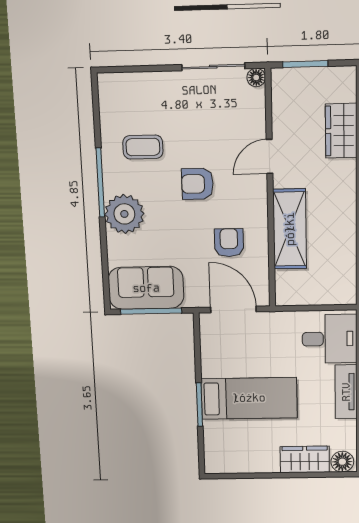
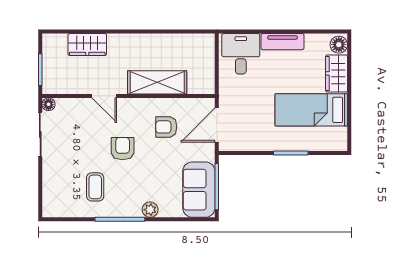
armchair: (197, 184) -> (123, 149), turned 180
plant: (124, 214) -> (150, 210), width x0.53, depth x0.53
bed: (249, 398) -> (311, 110), moved, turned -90

